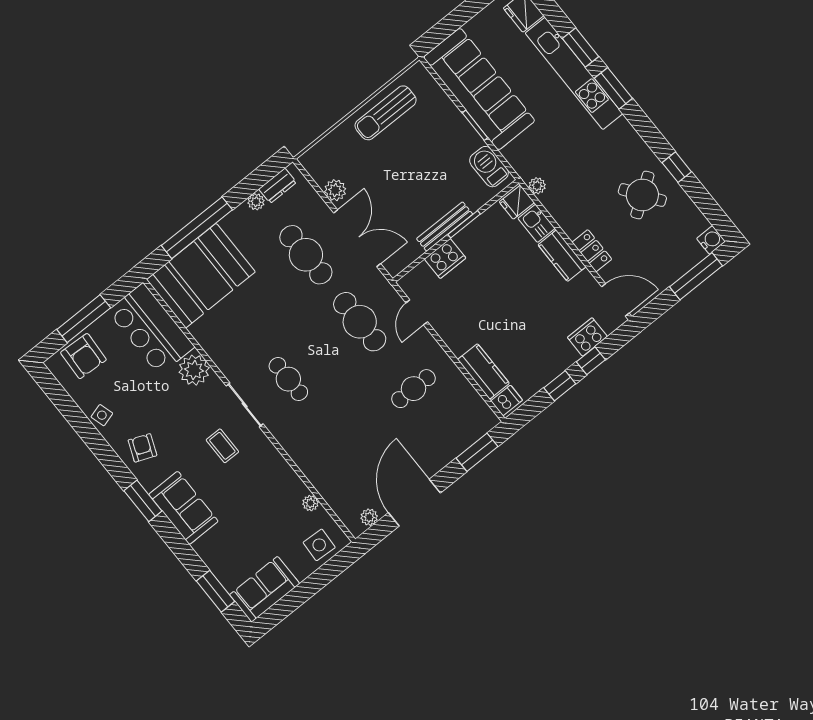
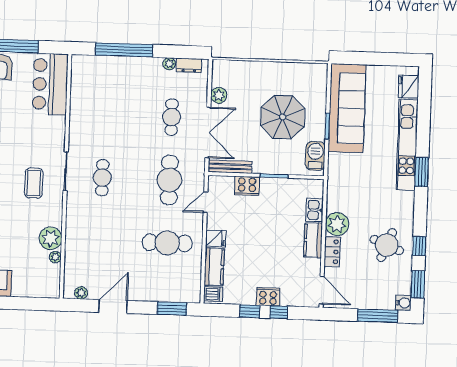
window: (580, 47) -> (418, 284), moved
sun lounger: (386, 113) -> (284, 77), removed
parasol: (421, 156) -> (283, 117), added
plant: (537, 186) -> (337, 224), moved, width x1.87, depth x1.87
round table: (642, 195) -> (387, 245), turned -33
fridge: (517, 202) -> (216, 238), moved, turned 180
bench: (445, 226) -> (230, 167), moved
cafe table: (306, 255) -> (172, 117), width x0.73, depth x0.74
booth: (201, 276) -> (103, 78), removed
cooker: (587, 337) -> (268, 297), moved
plant: (194, 370) -> (50, 238), moved
cafe table: (413, 389) -> (167, 243), width x1.37, depth x1.35
coffee table: (222, 446) -> (34, 183), width x1.36, depth x1.30
door: (414, 503) -> (113, 307), width x0.73
side table: (319, 545) -> (40, 284), removed

